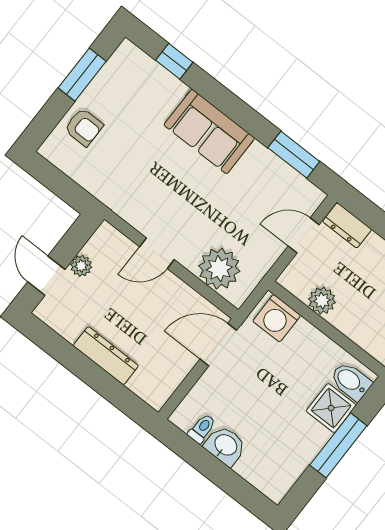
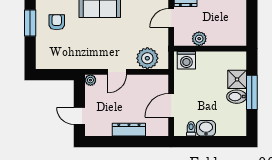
armchair: (84, 127) -> (57, 22), moved, turned -90
plant: (81, 266) -> (90, 80), moved
door: (218, 345) -> (171, 105), moved
bidet: (351, 381) -> (237, 97), moved

